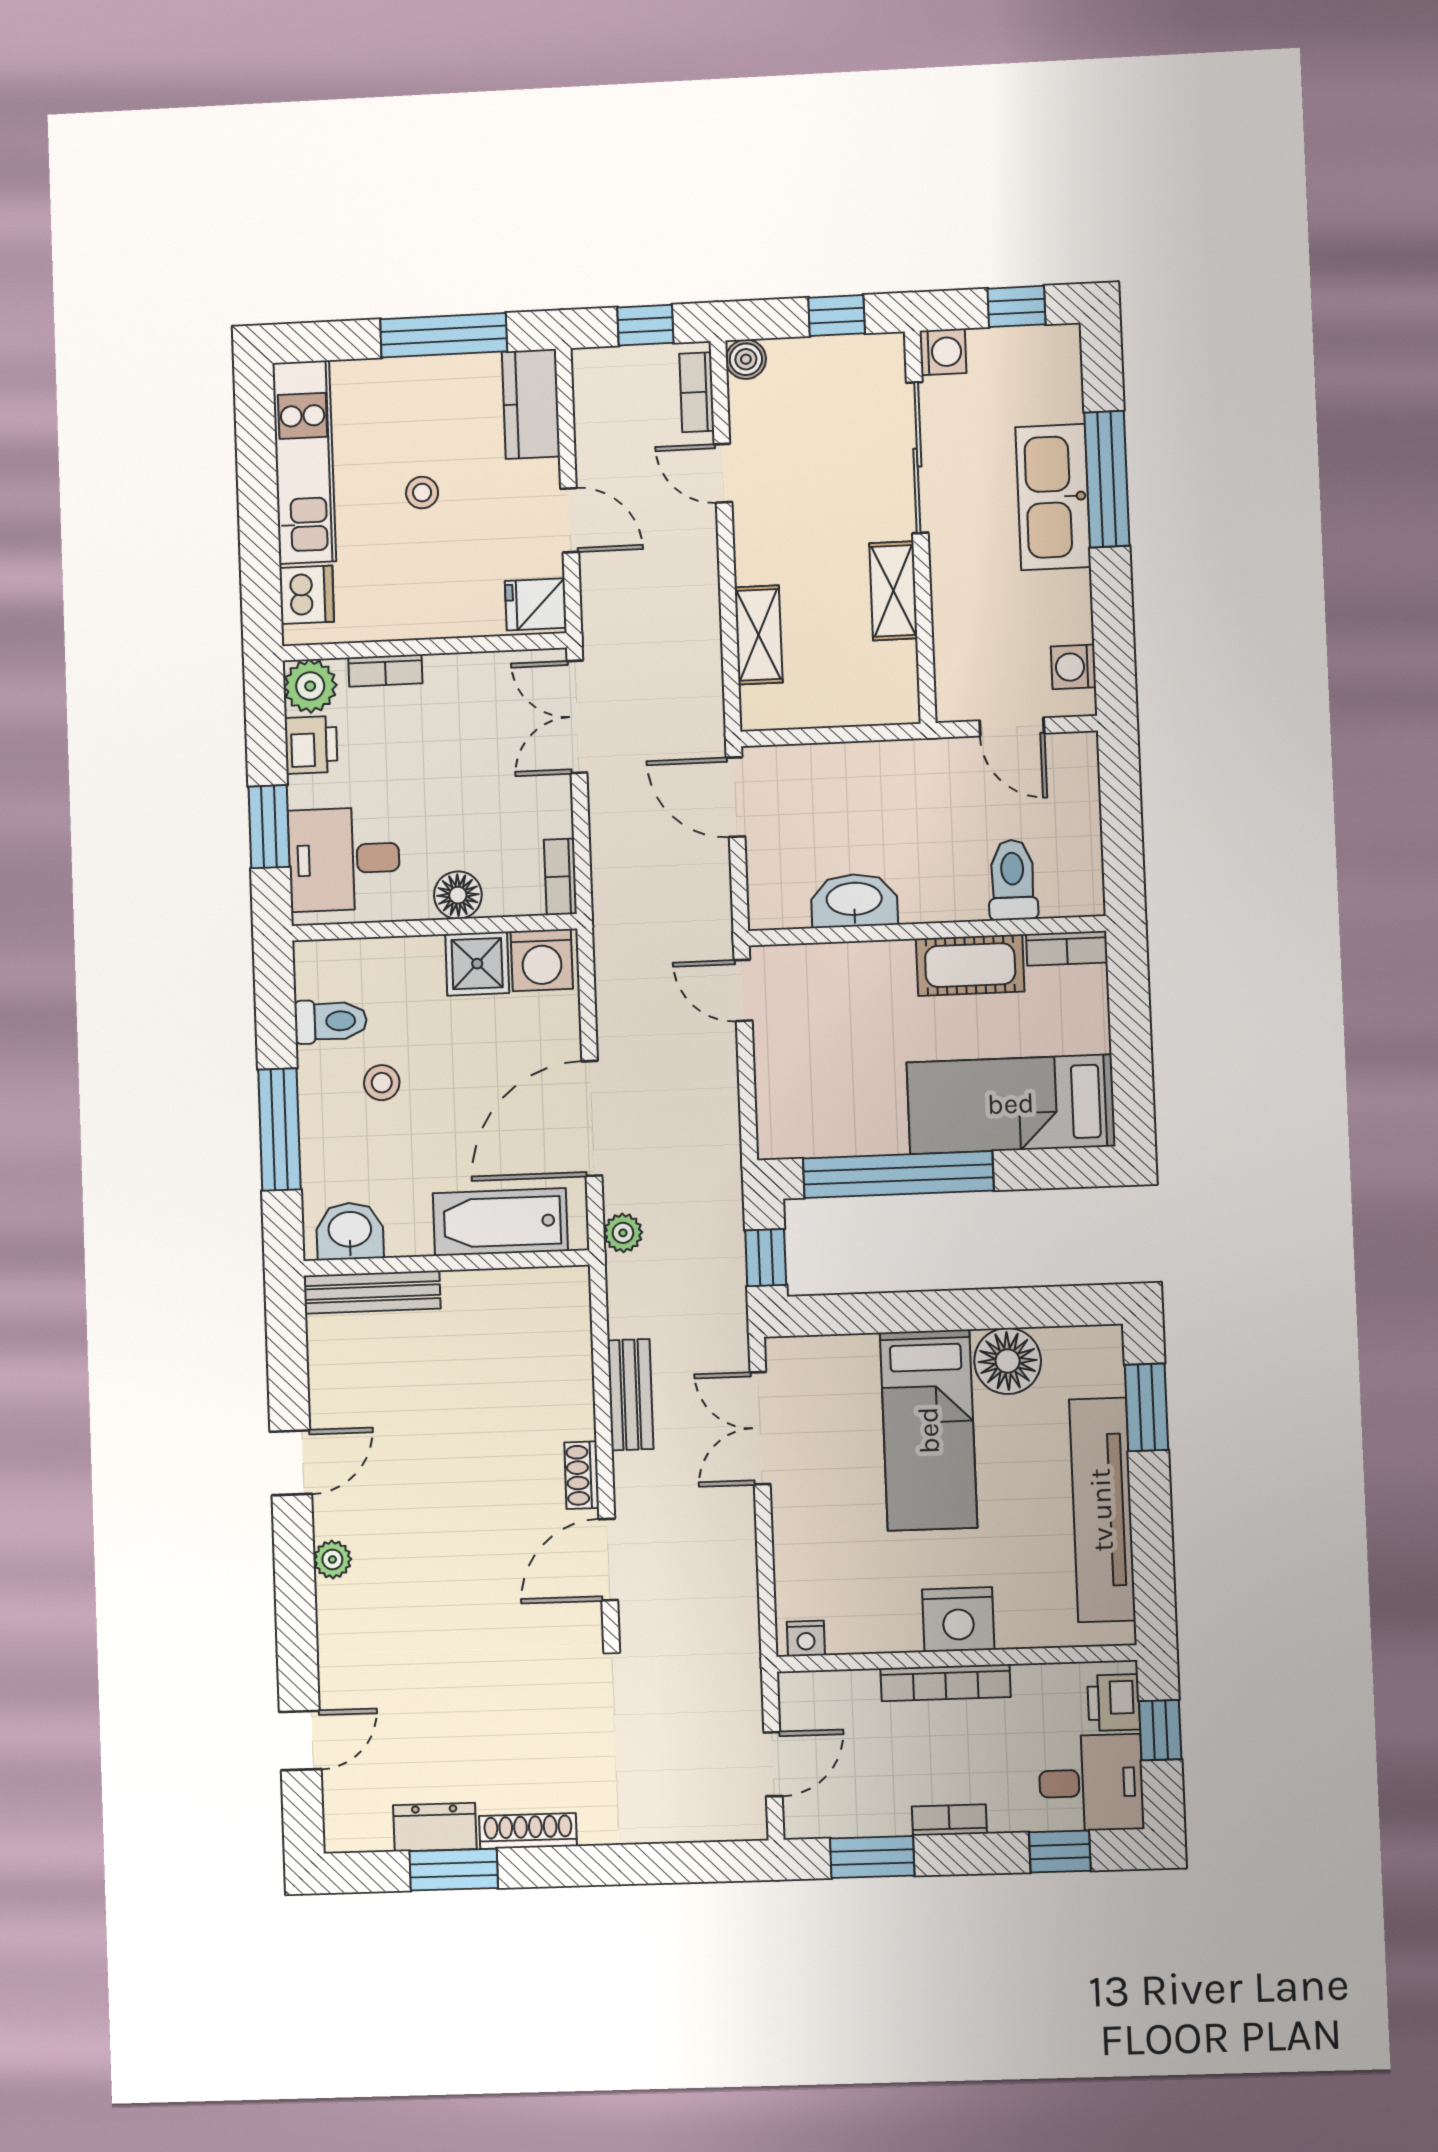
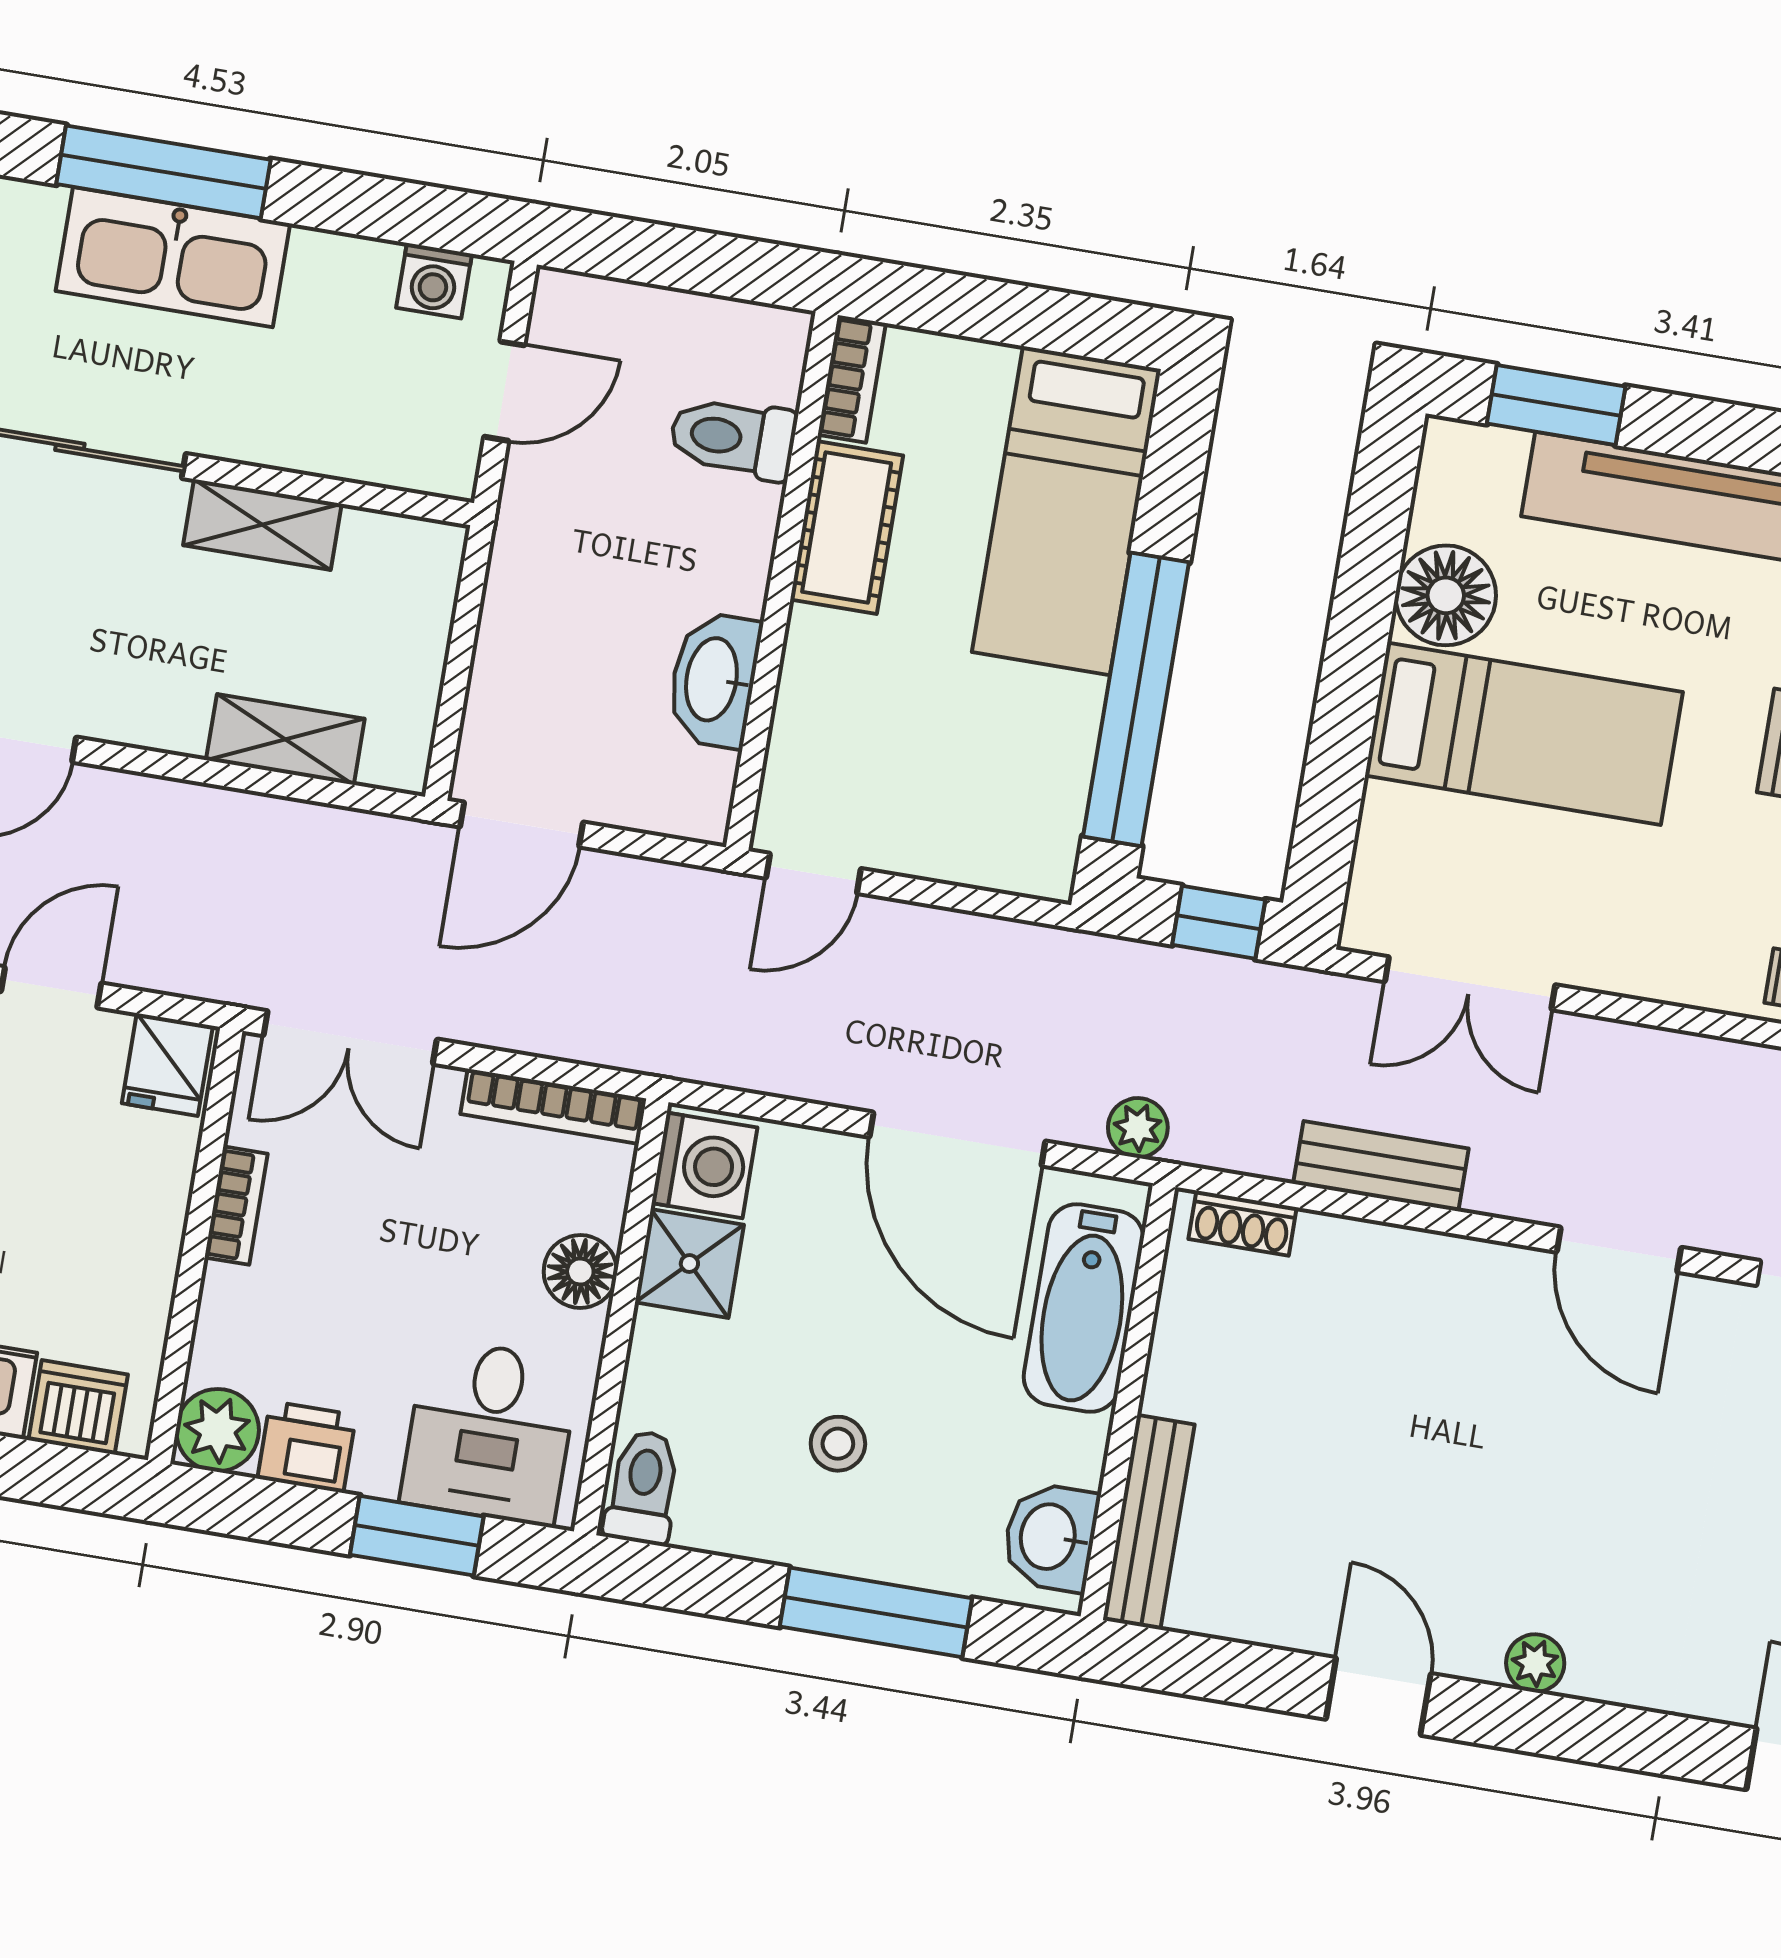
bookcase: (385, 670) -> (236, 1206), moved
bookcase: (560, 877) -> (553, 1106), width x1.56
toilet: (331, 1021) -> (643, 1487), moved
shoe rack: (582, 1475) -> (1243, 1223), moved

